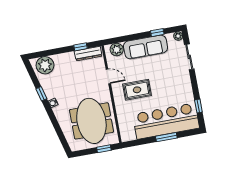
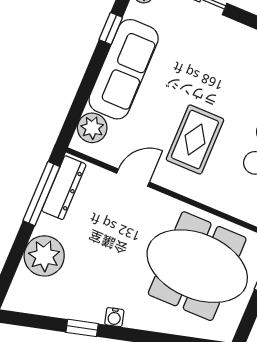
window: (81, 47) -> (41, 194), width x2.17
plant: (45, 65) -> (44, 256), moved

